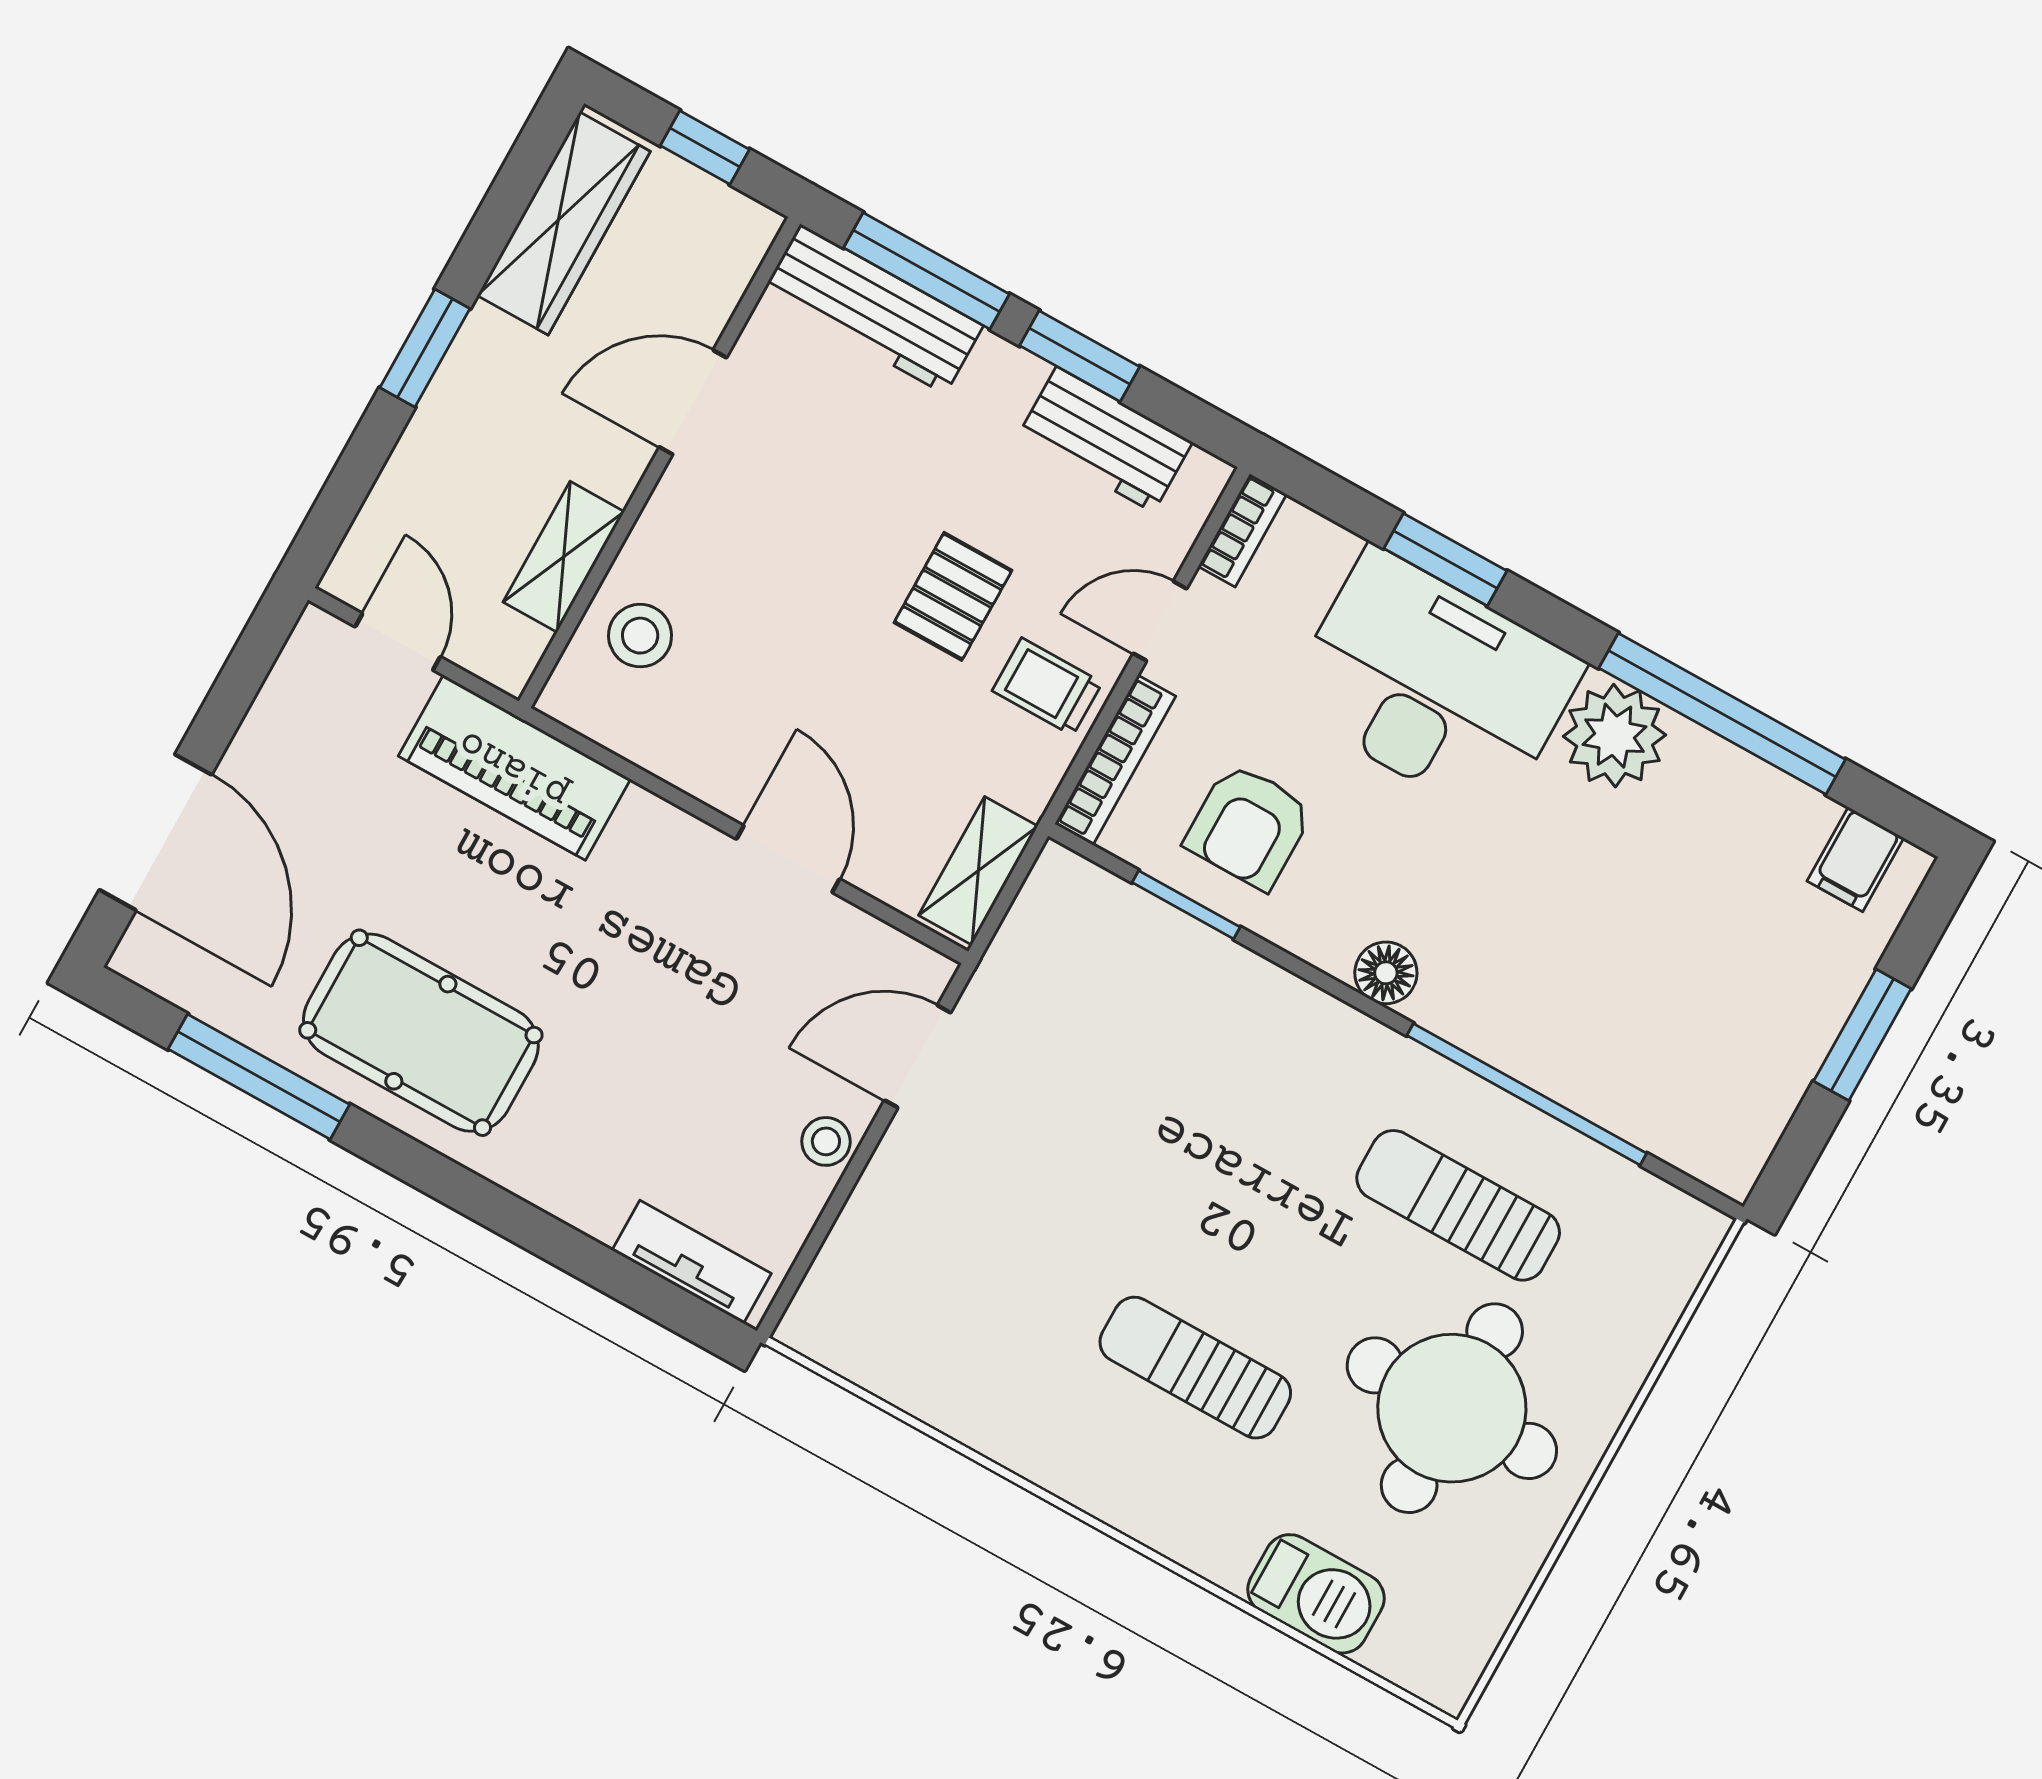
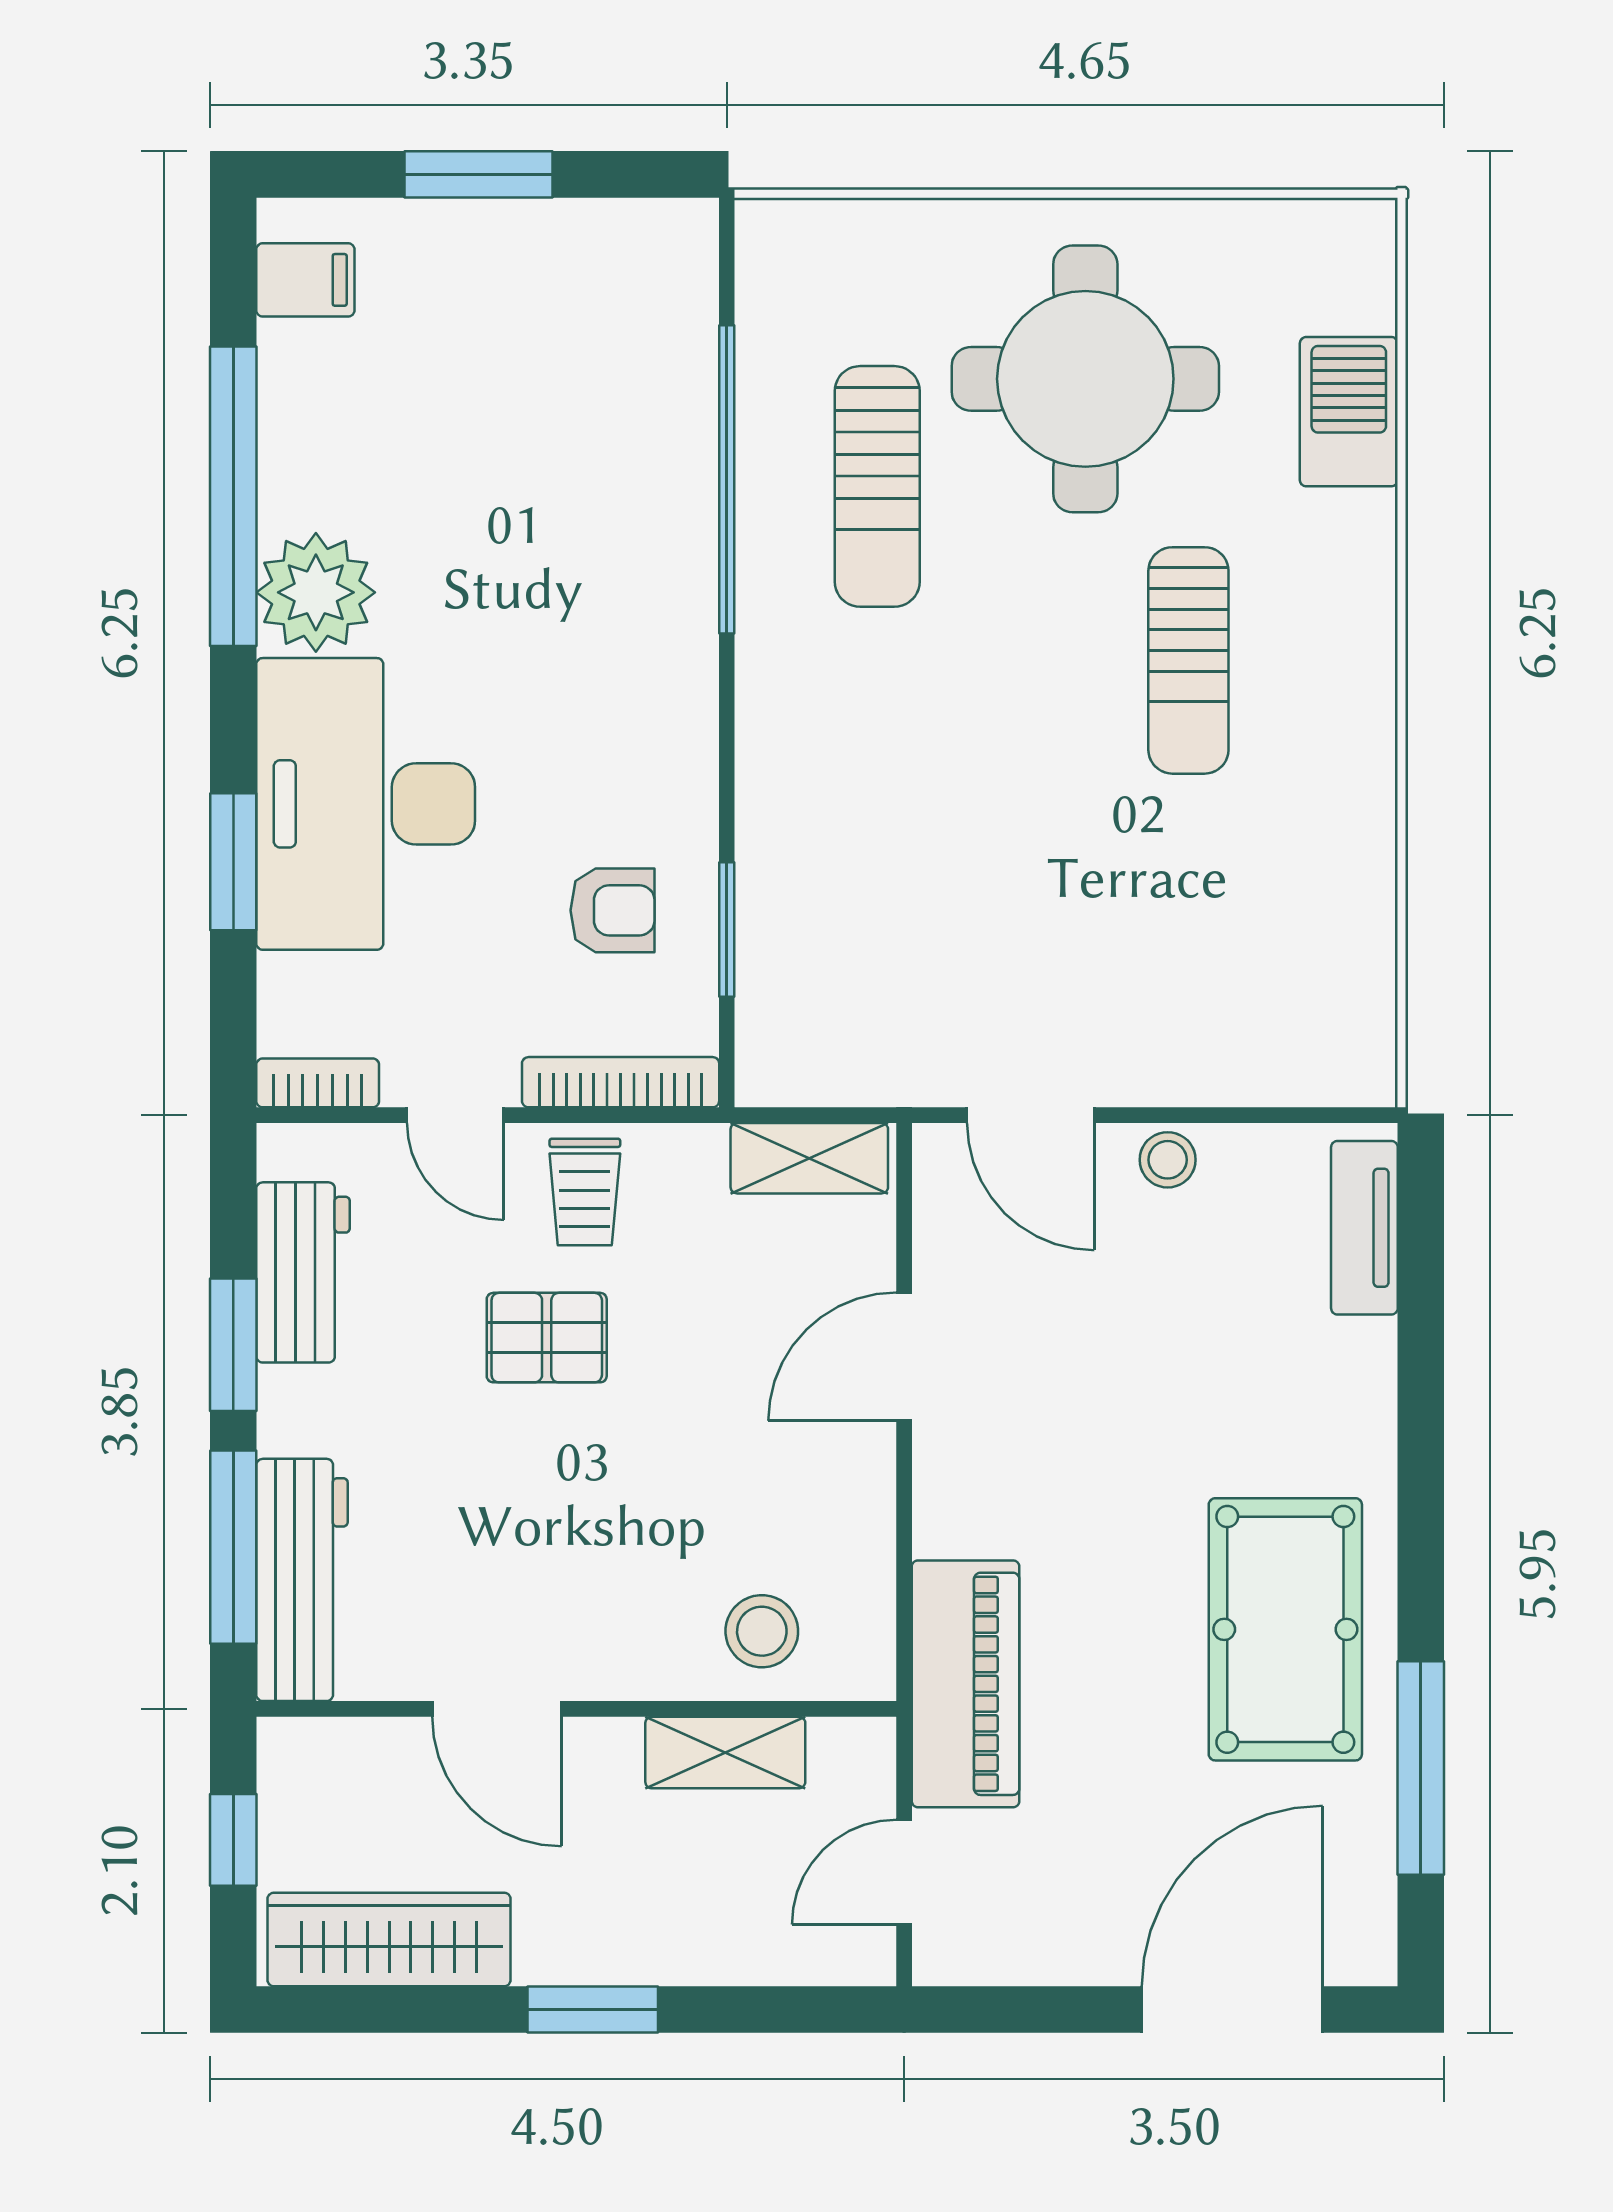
armchair: (1249, 826) -> (612, 910), width x0.72, depth x0.72
floor lamp: (1386, 973) -> (683, 690), removed

